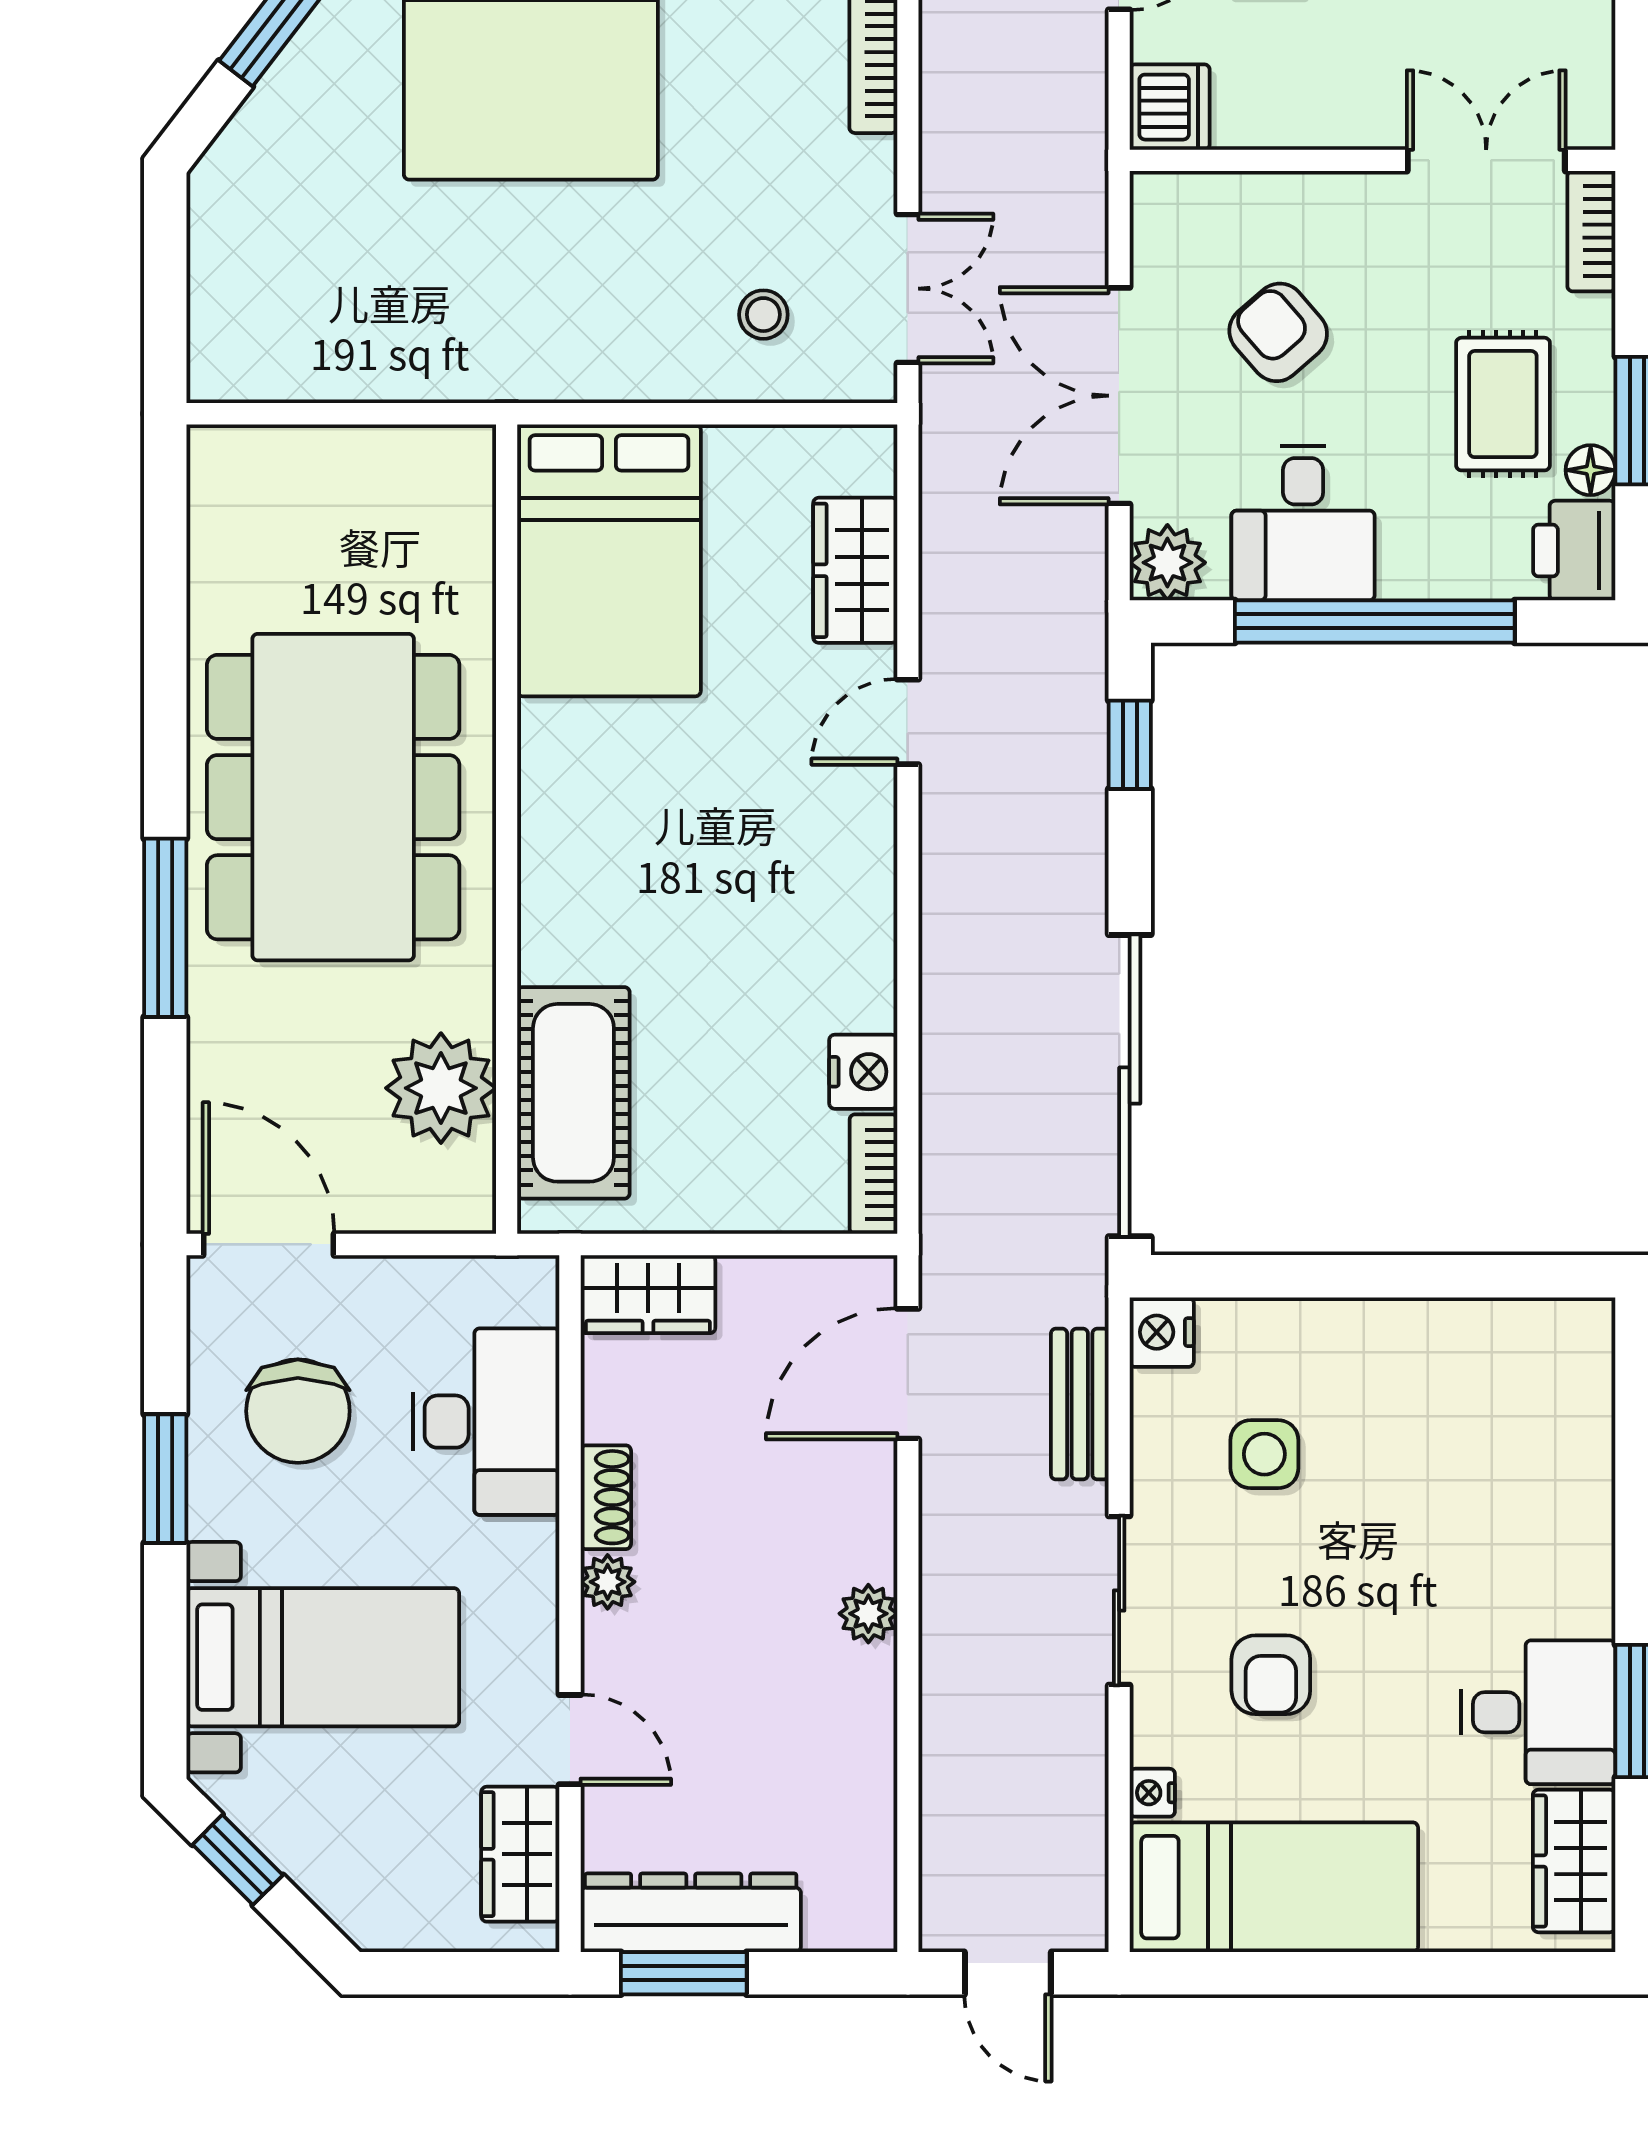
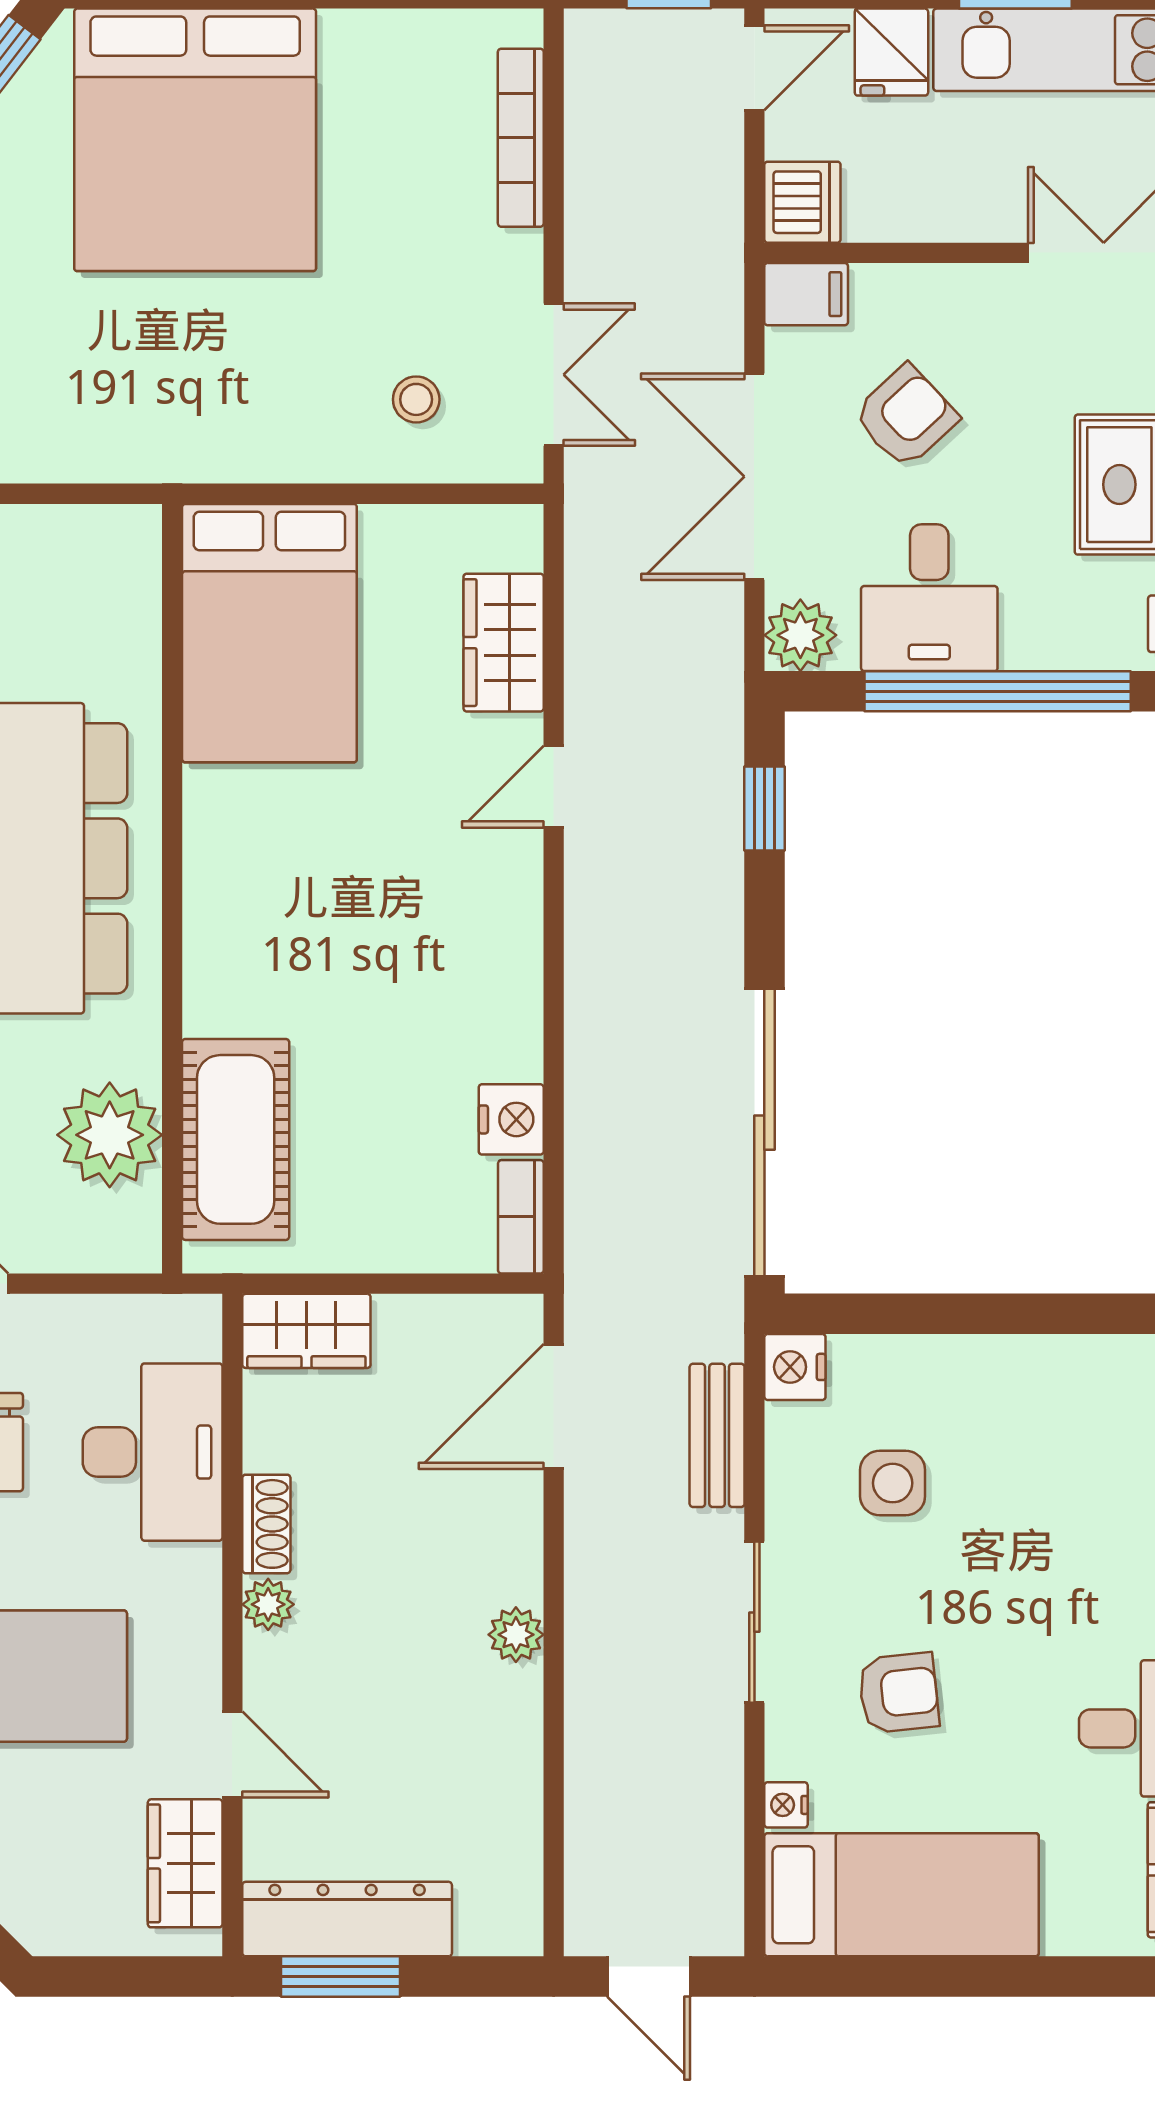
filing cabinet: (1174, 204) -> (806, 294), added
armchair: (1278, 332) -> (906, 416), turned 88
armchair: (1271, 1675) -> (899, 1693), turned -96

